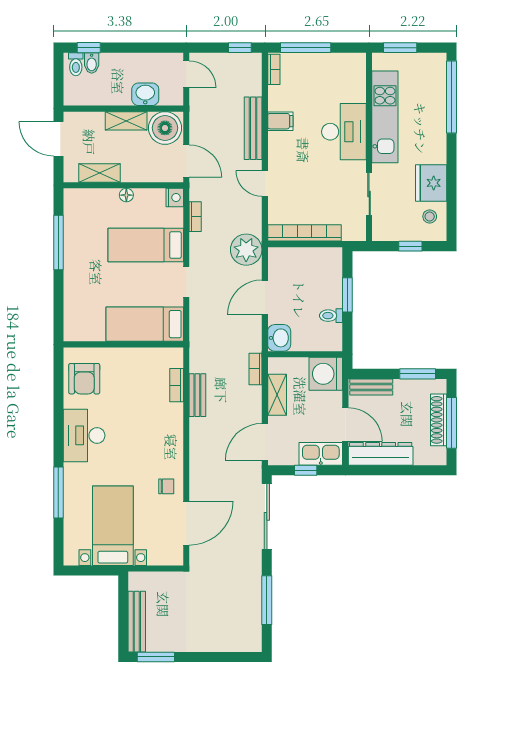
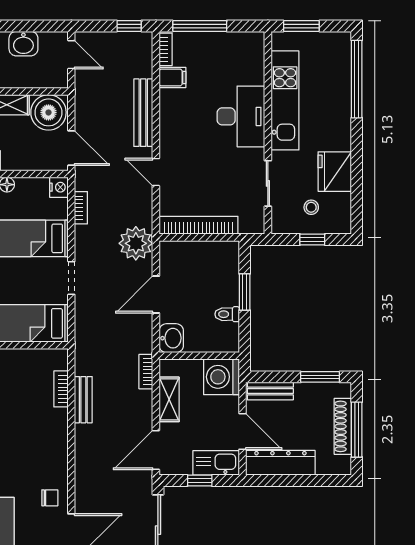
washbasin: (145, 94) -> (23, 44), moved, turned 180
filing cabinet: (280, 121) -> (172, 77), moved
stool: (430, 216) -> (311, 207), moved

